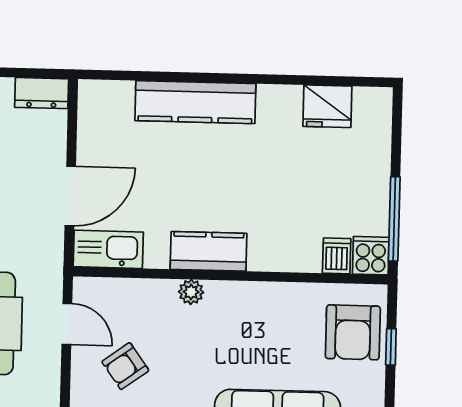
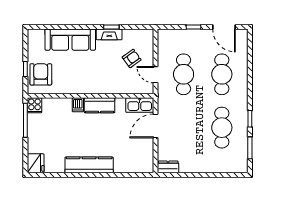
kitchen counter: (195, 102) -> (89, 165), moved
fridge: (327, 106) -> (36, 163), moved, turned 90
dishwasher: (337, 256) -> (78, 105), moved
plant: (191, 292) -> (106, 89), removed

